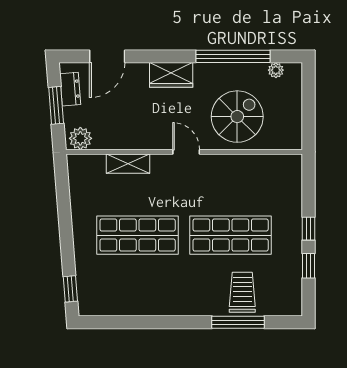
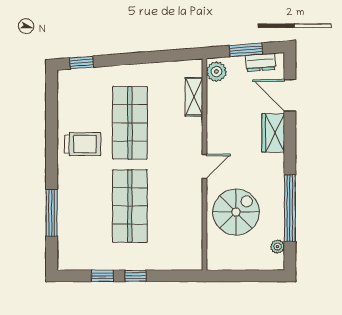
wardrobe: (171, 75) -> (273, 133), moved
spiral stairs: (237, 117) -> (236, 212), turned -90
shelving: (128, 164) -> (194, 97), moved
trolley: (242, 292) -> (83, 144), moved

